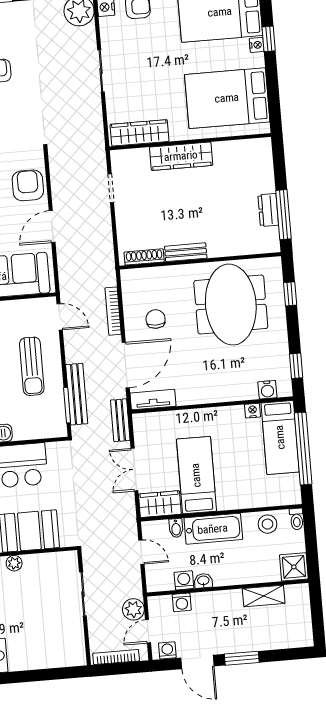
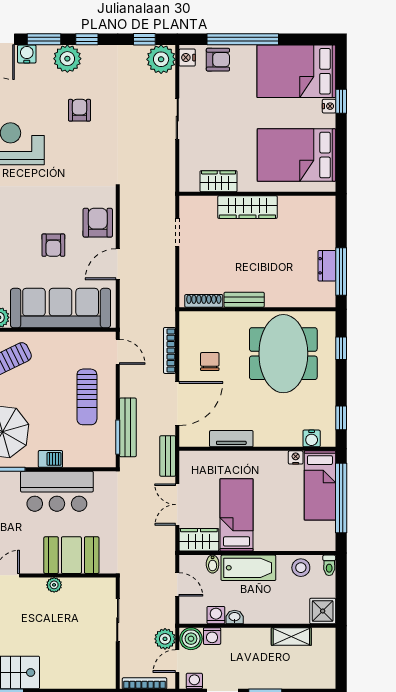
wardrobe: (140, 133) -> (219, 181), width x0.67
tv unit: (153, 400) -> (231, 439), moved
boiler: (160, 607) -> (191, 639), added

